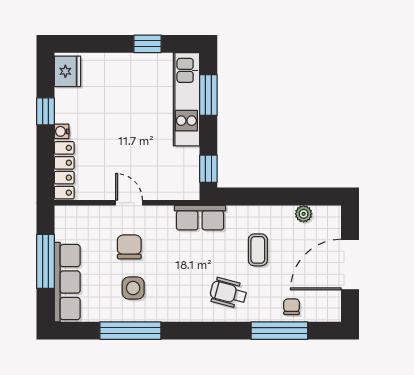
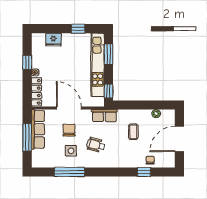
fridge: (68, 71) -> (53, 40), moved, turned 90
kitchen unit: (186, 99) -> (98, 65), width x1.36
door: (129, 203) -> (69, 108), width x1.87
row of seats: (67, 282) -> (38, 129), moved
wheelchair: (228, 293) -> (96, 145), moved
window: (279, 331) -> (144, 172), width x0.46

